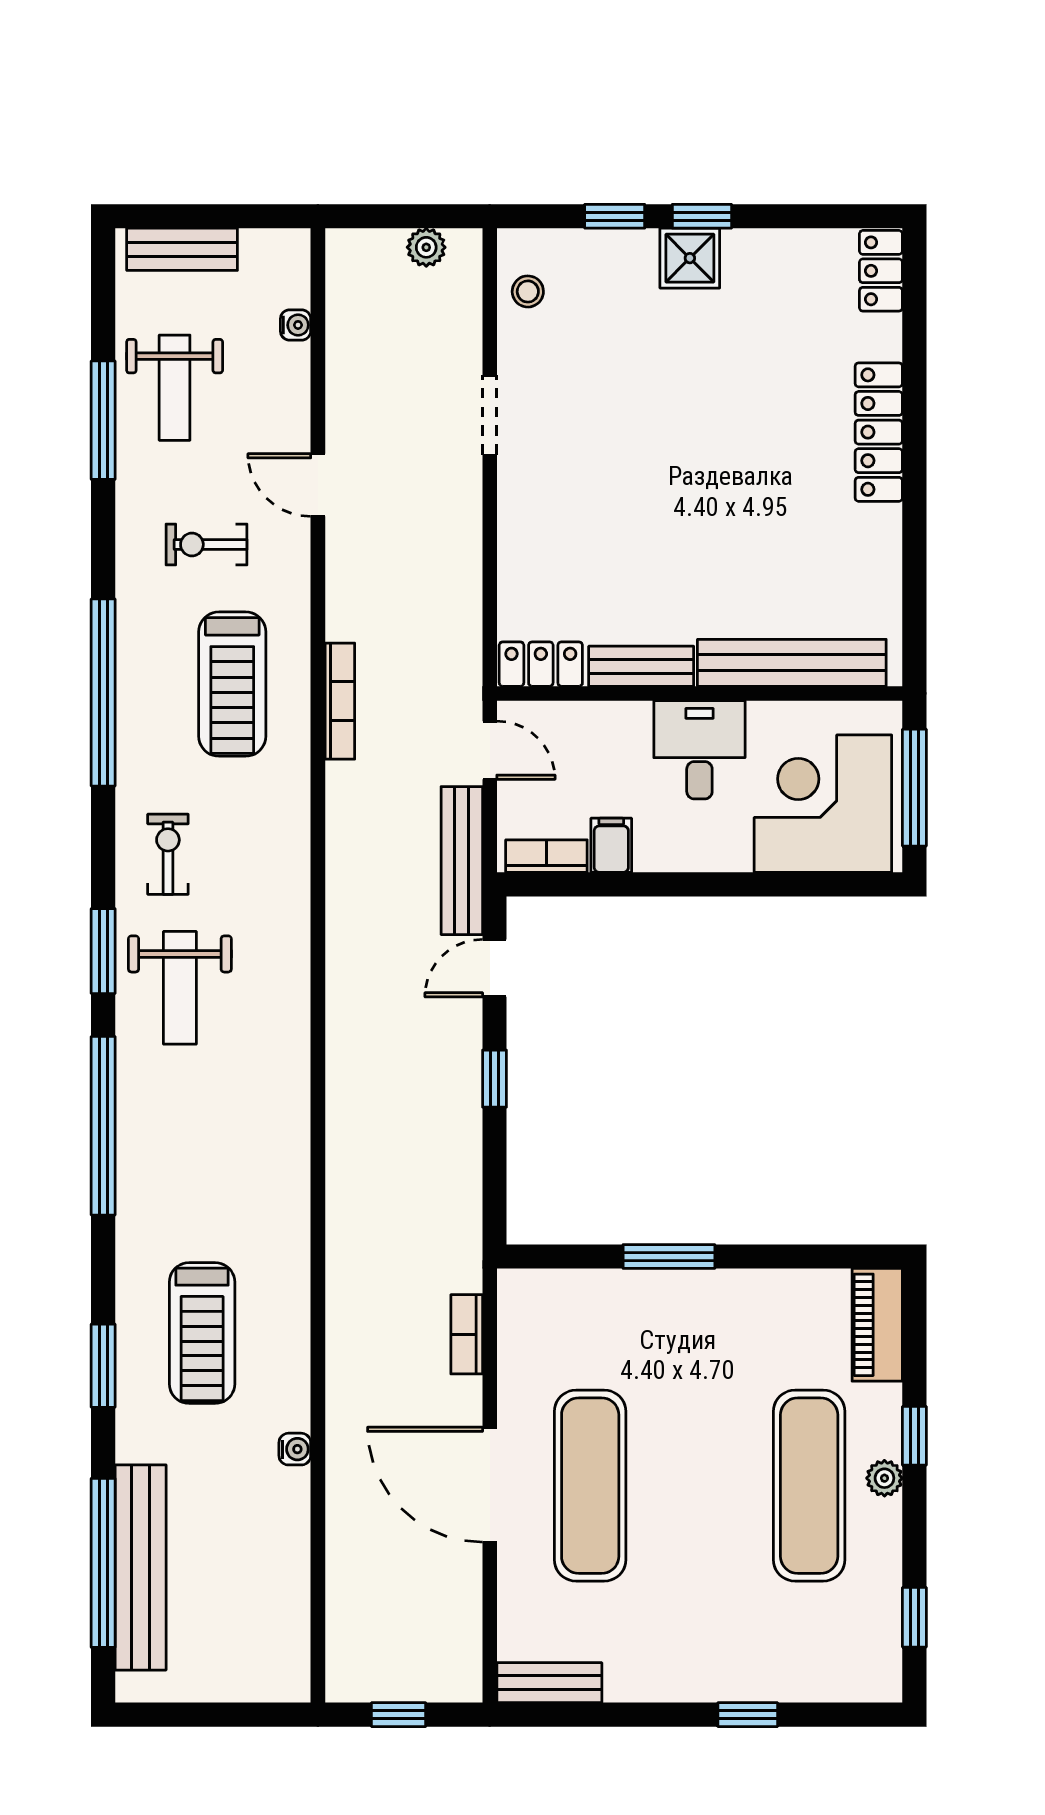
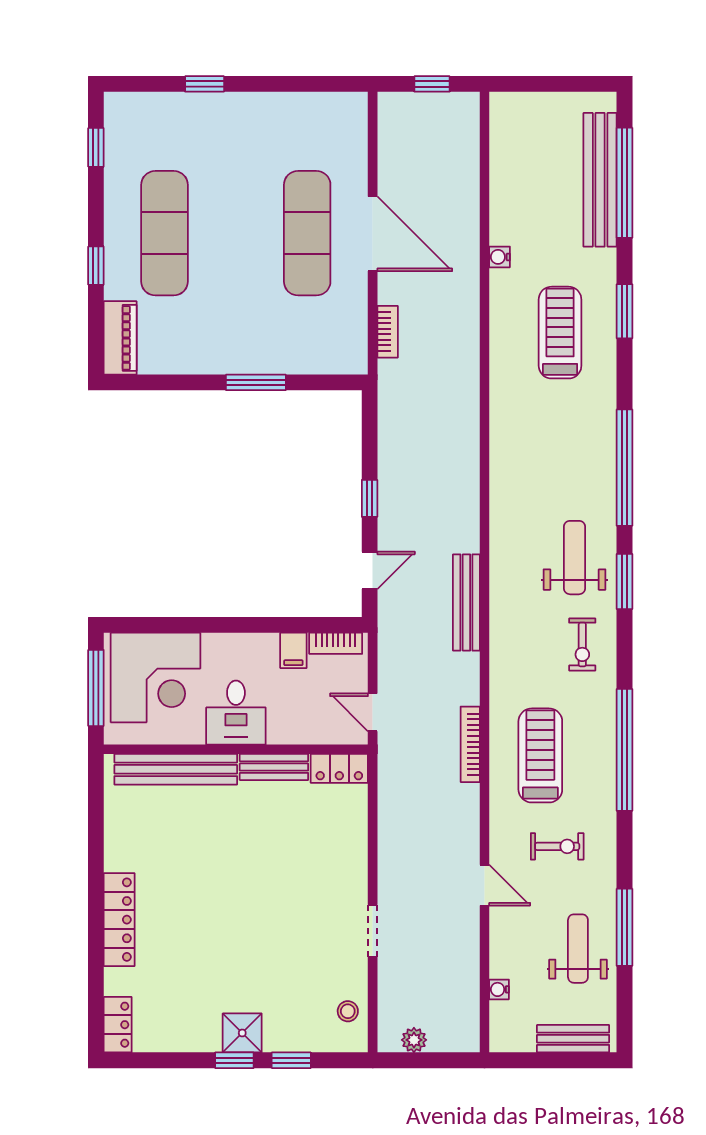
bench: (462, 861) -> (466, 602), moved
plant: (884, 1478) -> (115, 238), removed
bench: (549, 1683) -> (334, 105), removed

